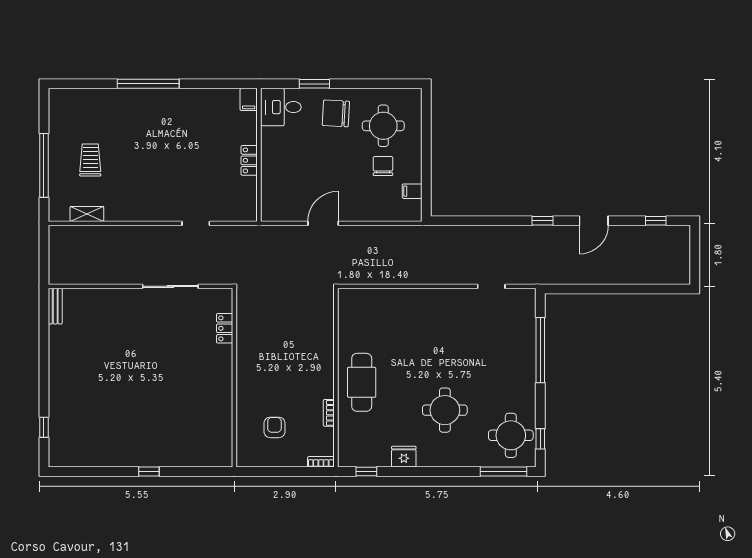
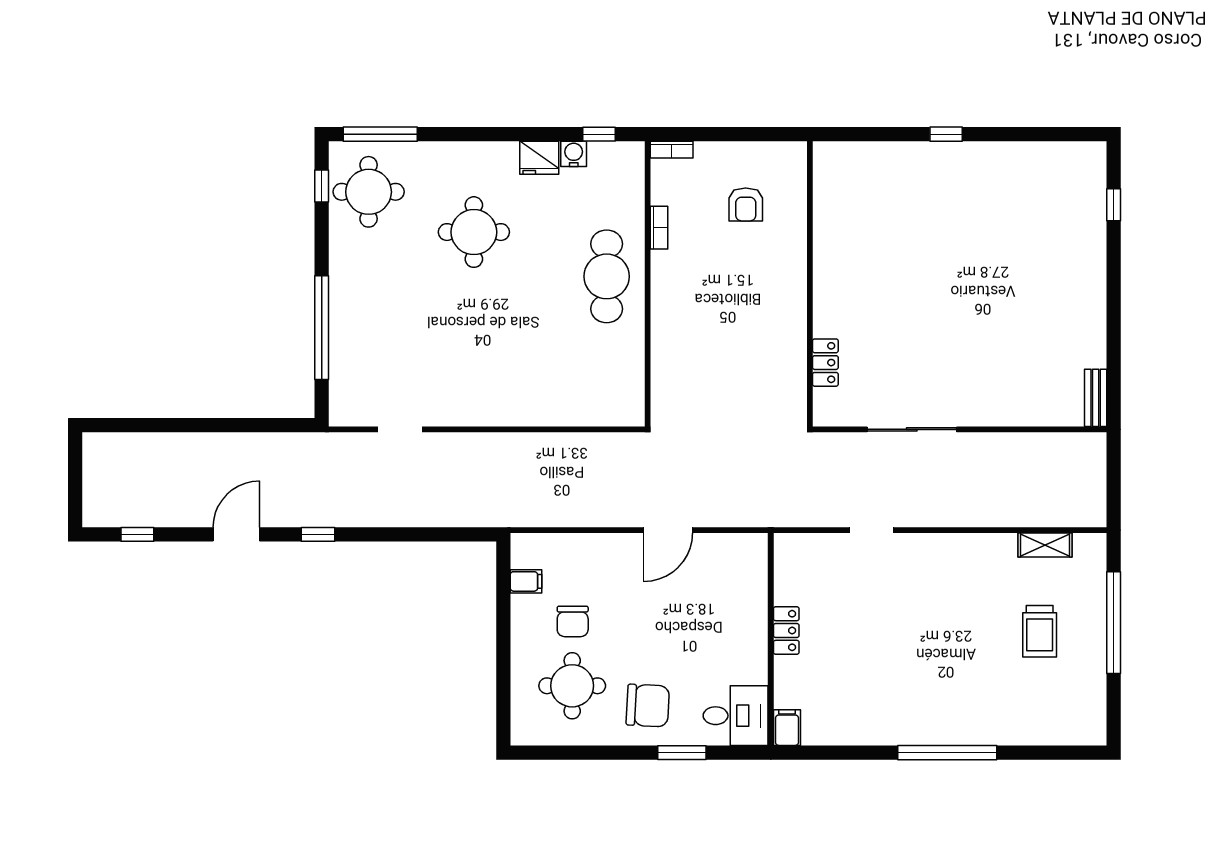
water cooler: (382, 459) -> (574, 154), added

